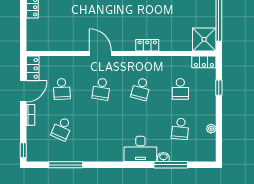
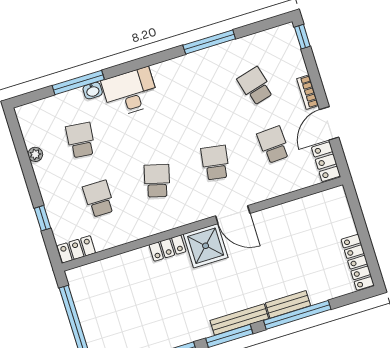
shower: (204, 39) -> (206, 246), moved
school desk: (62, 129) -> (255, 86), turned -39
window: (66, 165) -> (209, 42), moved

